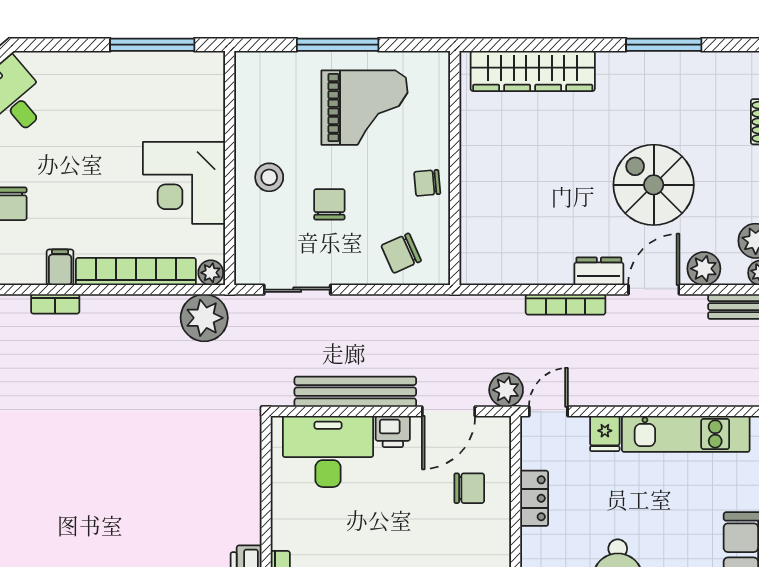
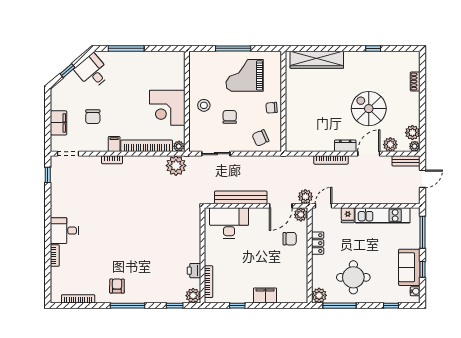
window: (152, 45) -> (126, 48), moved
window: (664, 45) -> (373, 48), width x0.46
grand piano: (364, 108) -> (245, 75), turned 180
printer: (393, 432) -> (257, 214), removed
plant: (495, 432) -> (301, 215), added

